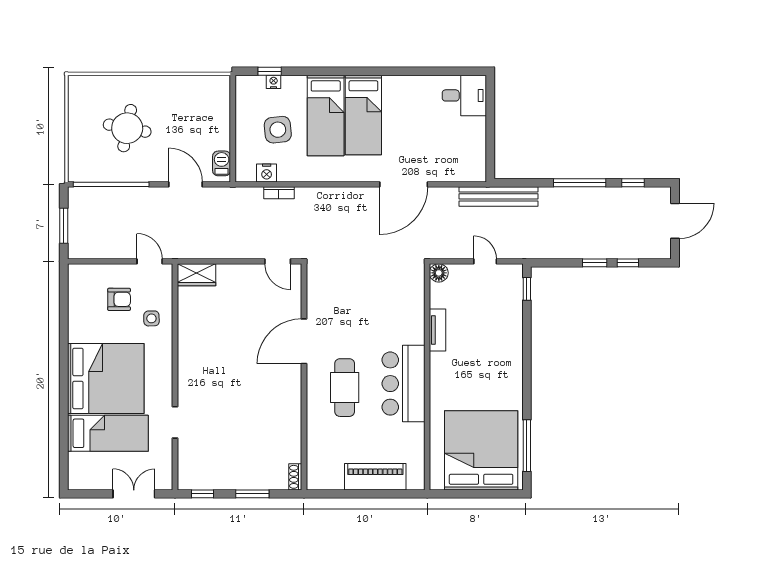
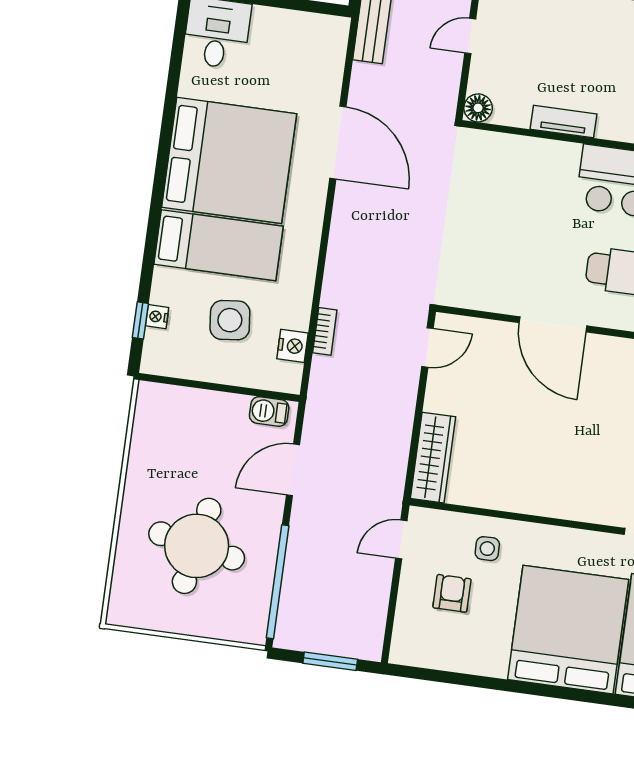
bed: (363, 115) -> (229, 160), width x2.04
round table: (127, 128) -> (197, 546), width x1.36, depth x1.36
wardrobe: (197, 275) -> (433, 458), width x1.50

